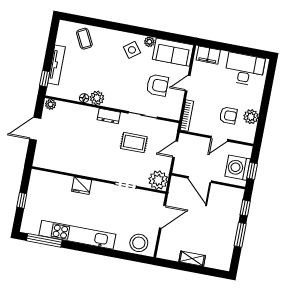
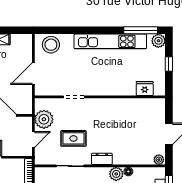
plant: (158, 180) -> (44, 119), moved
fridge: (82, 186) -> (145, 88), moved
plant: (28, 226) -> (158, 41), added

